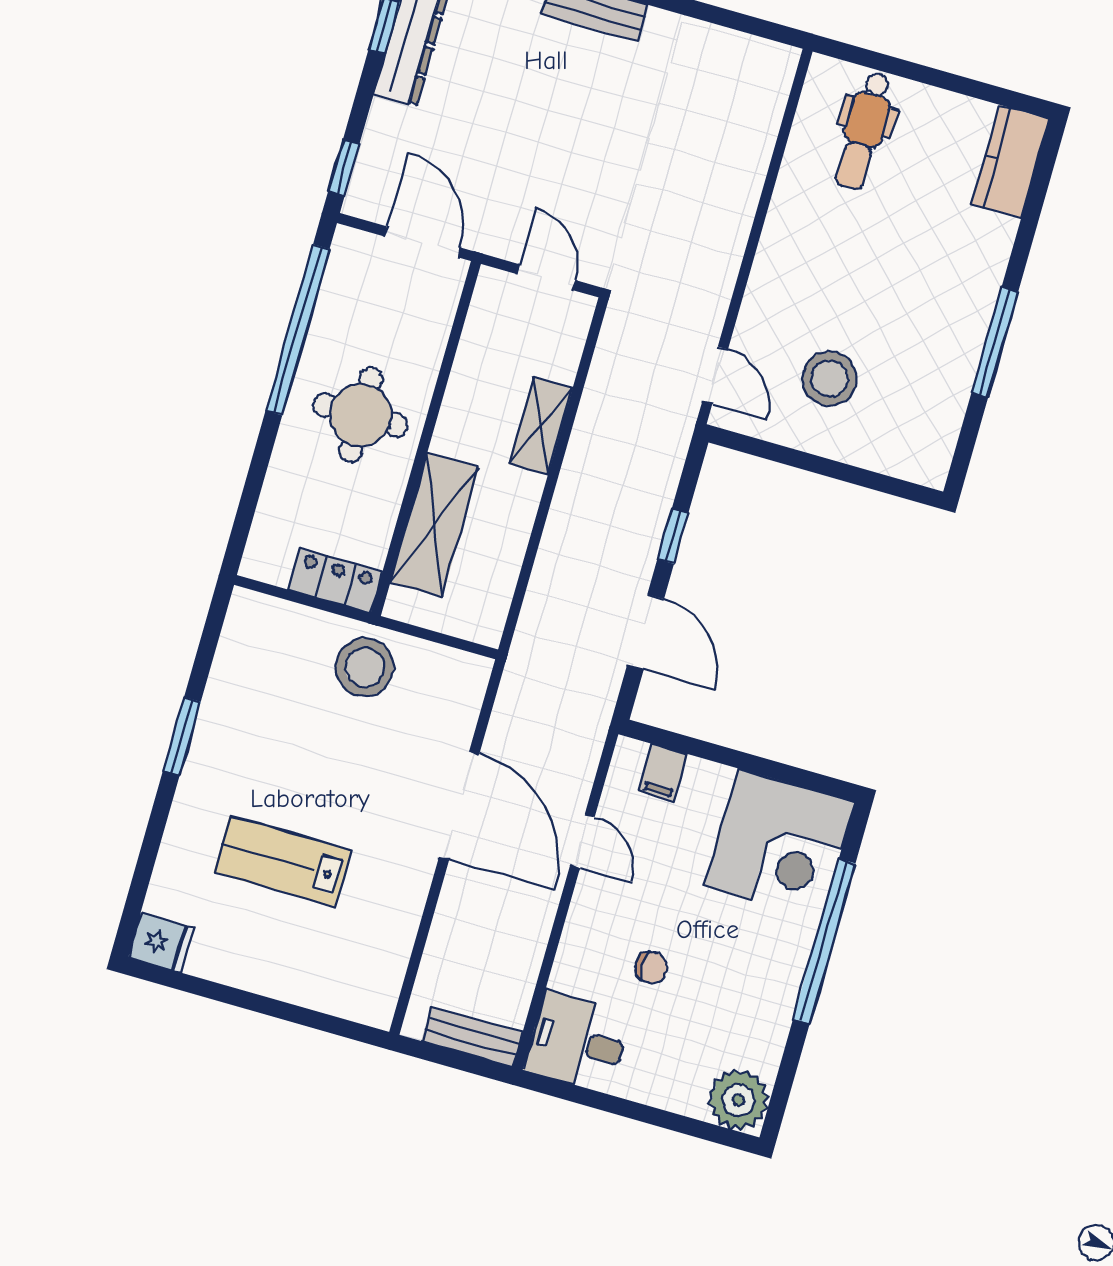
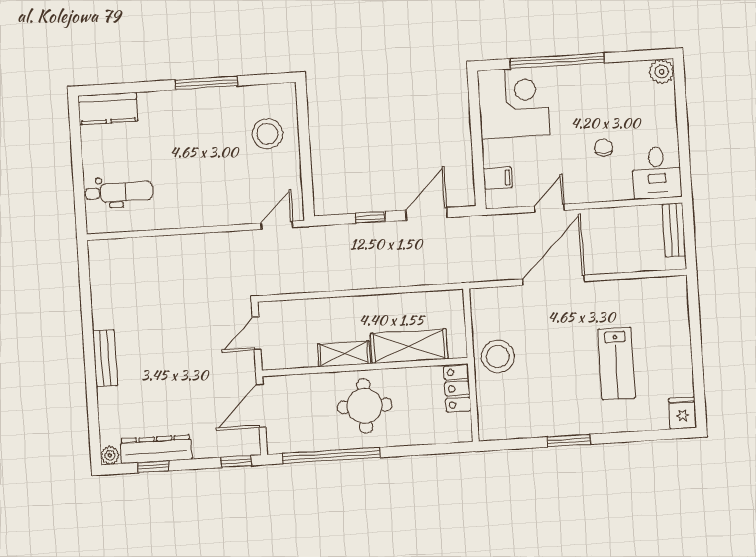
stool: (829, 379) -> (267, 134), moved
shelving: (541, 426) -> (344, 354), moved
plant: (739, 1100) -> (662, 72), width x0.73, depth x0.73

